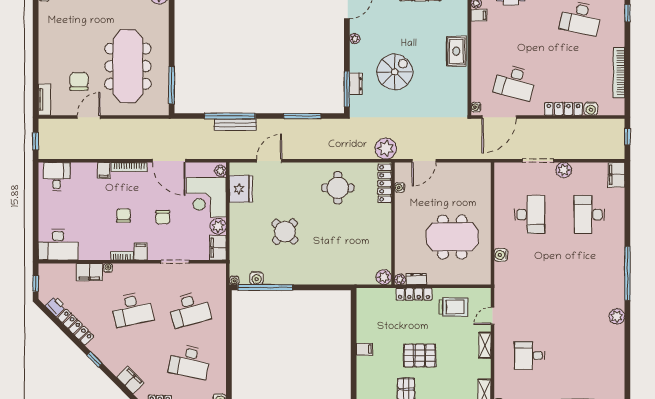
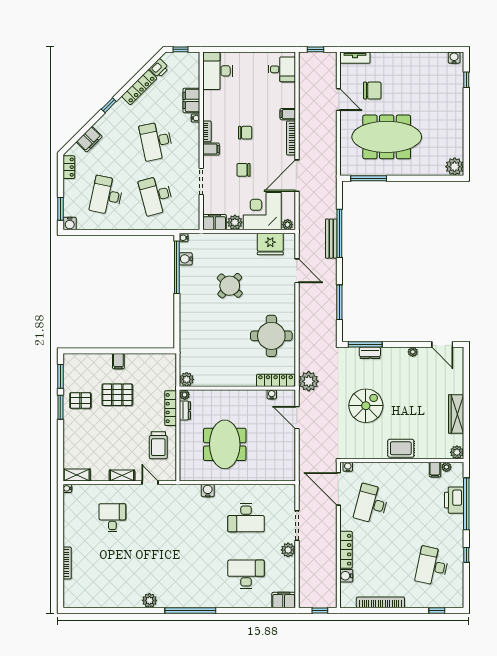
spiral stairs: (395, 72) -> (366, 406), moved, turned -90
round table: (338, 188) -> (271, 336), width x1.36, depth x1.36
pallet: (420, 356) -> (117, 395), moved, turned 90

